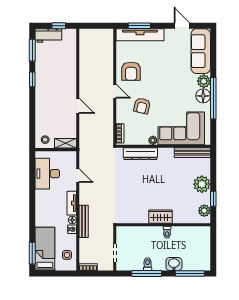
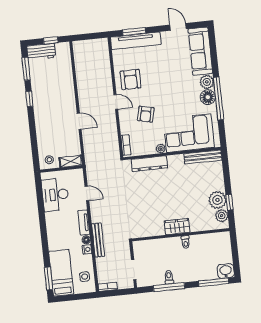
plant: (202, 184) -> (217, 200), moved
washbasin: (174, 264) -> (226, 271), moved

